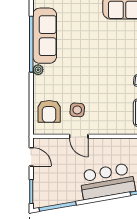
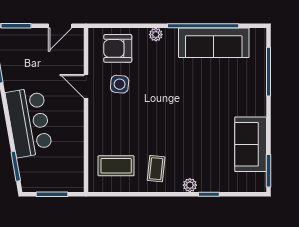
plant: (38, 70) -> (156, 35), moved
door: (79, 136) -> (86, 86), hinge flipped

